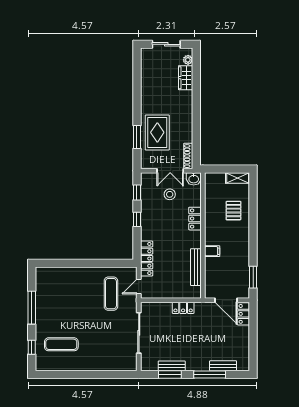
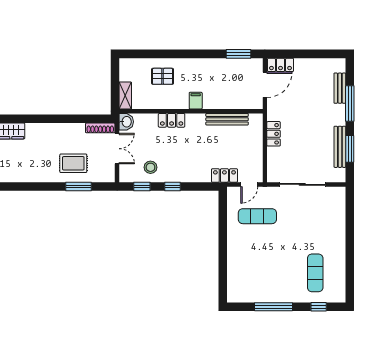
rug: (157, 132) -> (73, 163), width x0.73, depth x0.70
shelving: (238, 178) -> (125, 95), moved
stool: (170, 194) -> (150, 167), moved
filing cabinet: (212, 251) -> (196, 101), moved
locker: (147, 259) -> (224, 175), width x0.66
door: (139, 287) -> (249, 184), hinge flipped
bench: (172, 366) -> (340, 147), width x1.36

